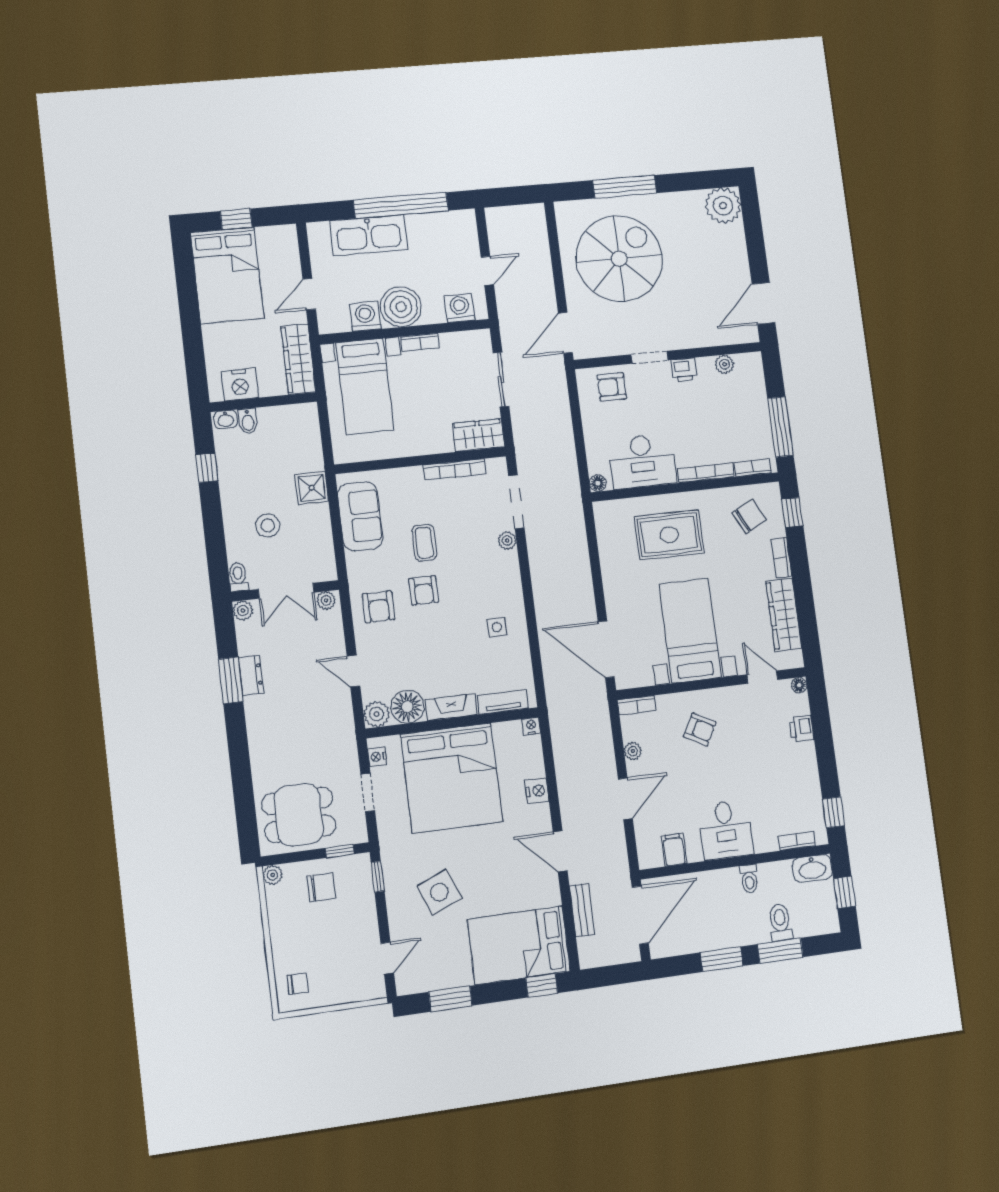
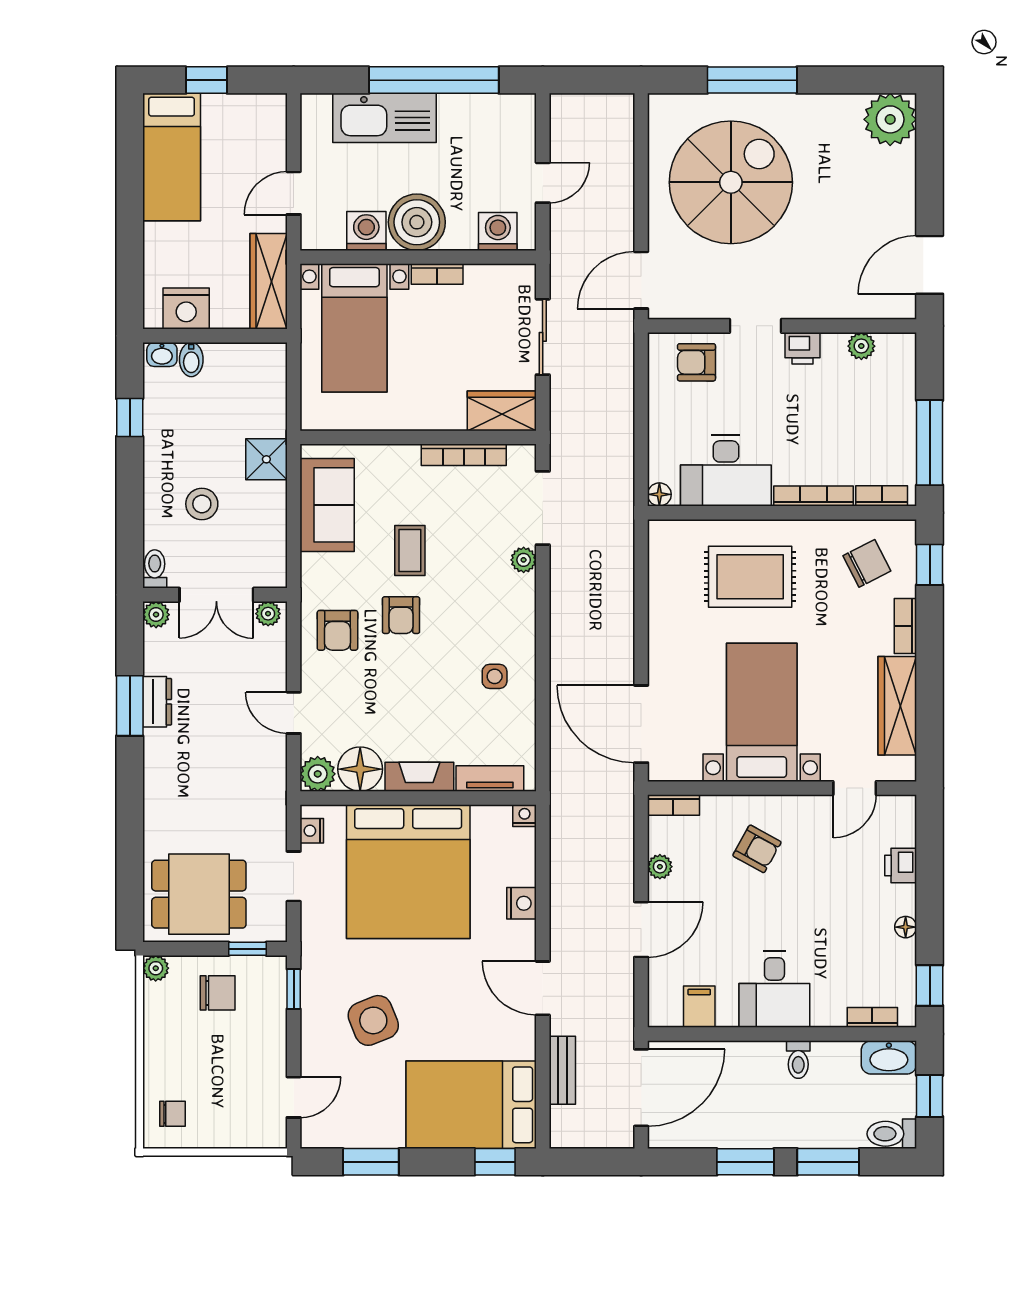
bed: (227, 275) -> (172, 157), width x0.67
door: (762, 677) -> (855, 788), swing flipped
floor lamp: (799, 685) -> (906, 927), moved
toilet: (780, 923) -> (892, 1134), moved, turned -90

